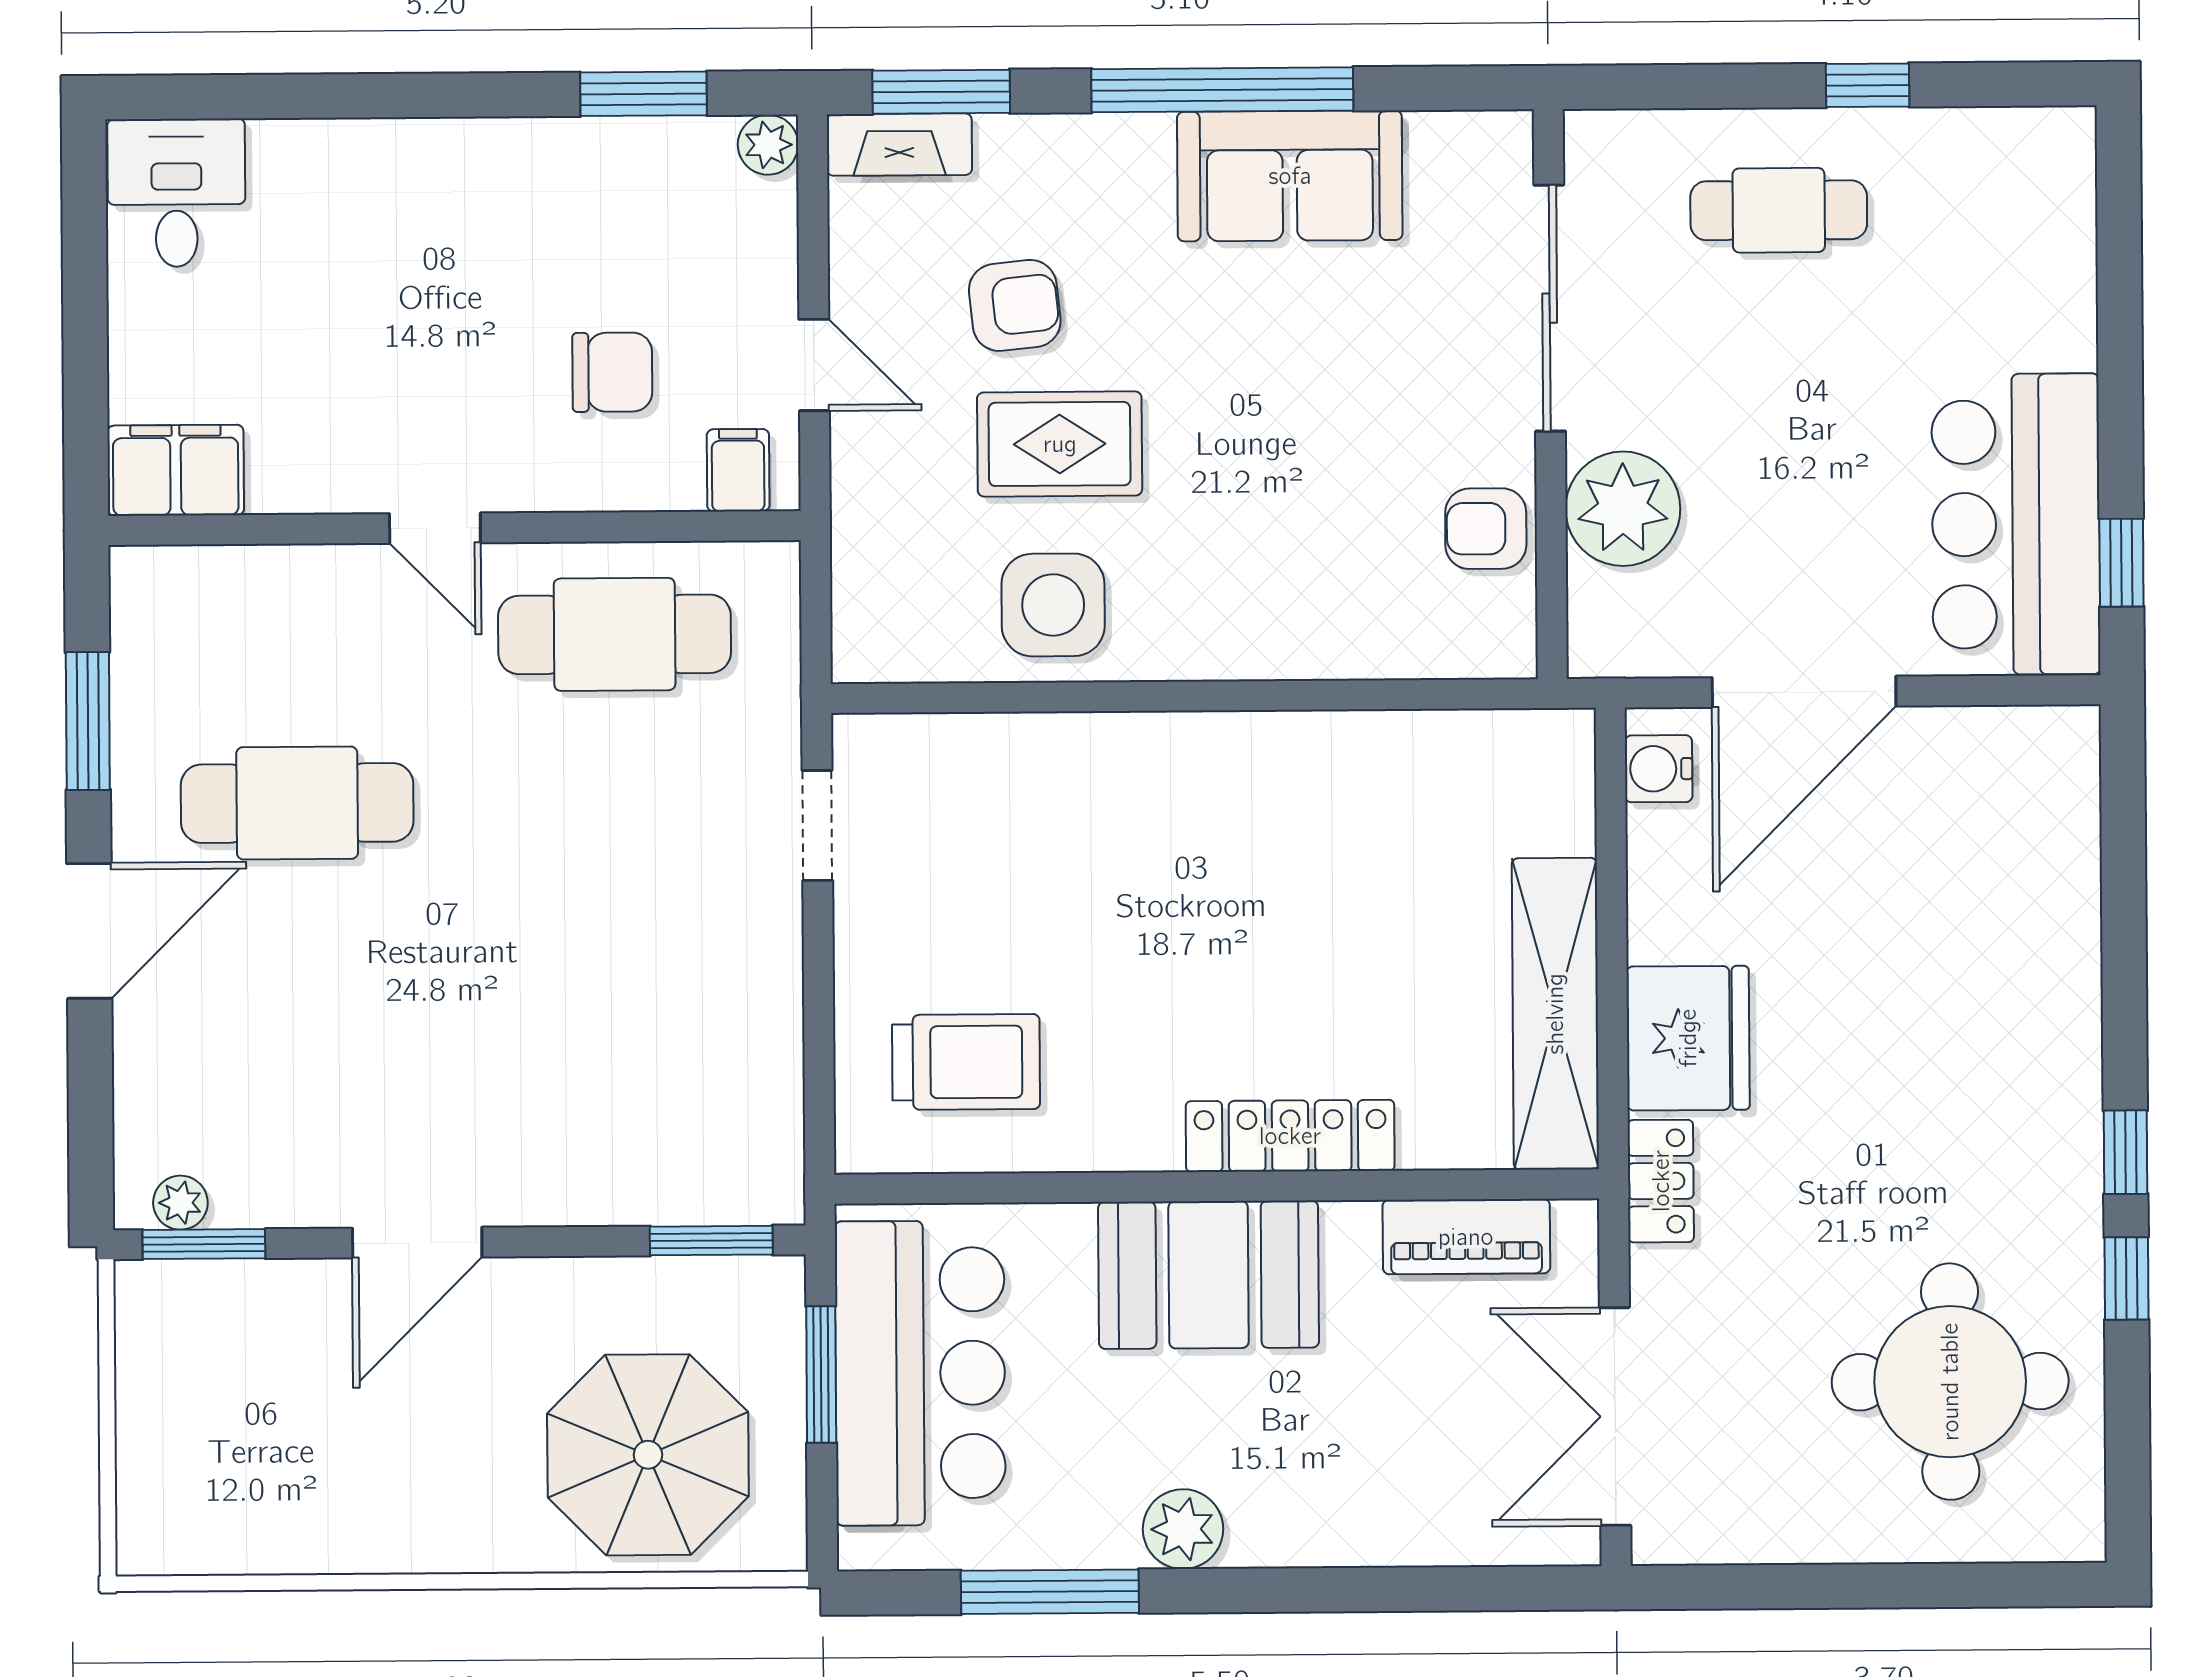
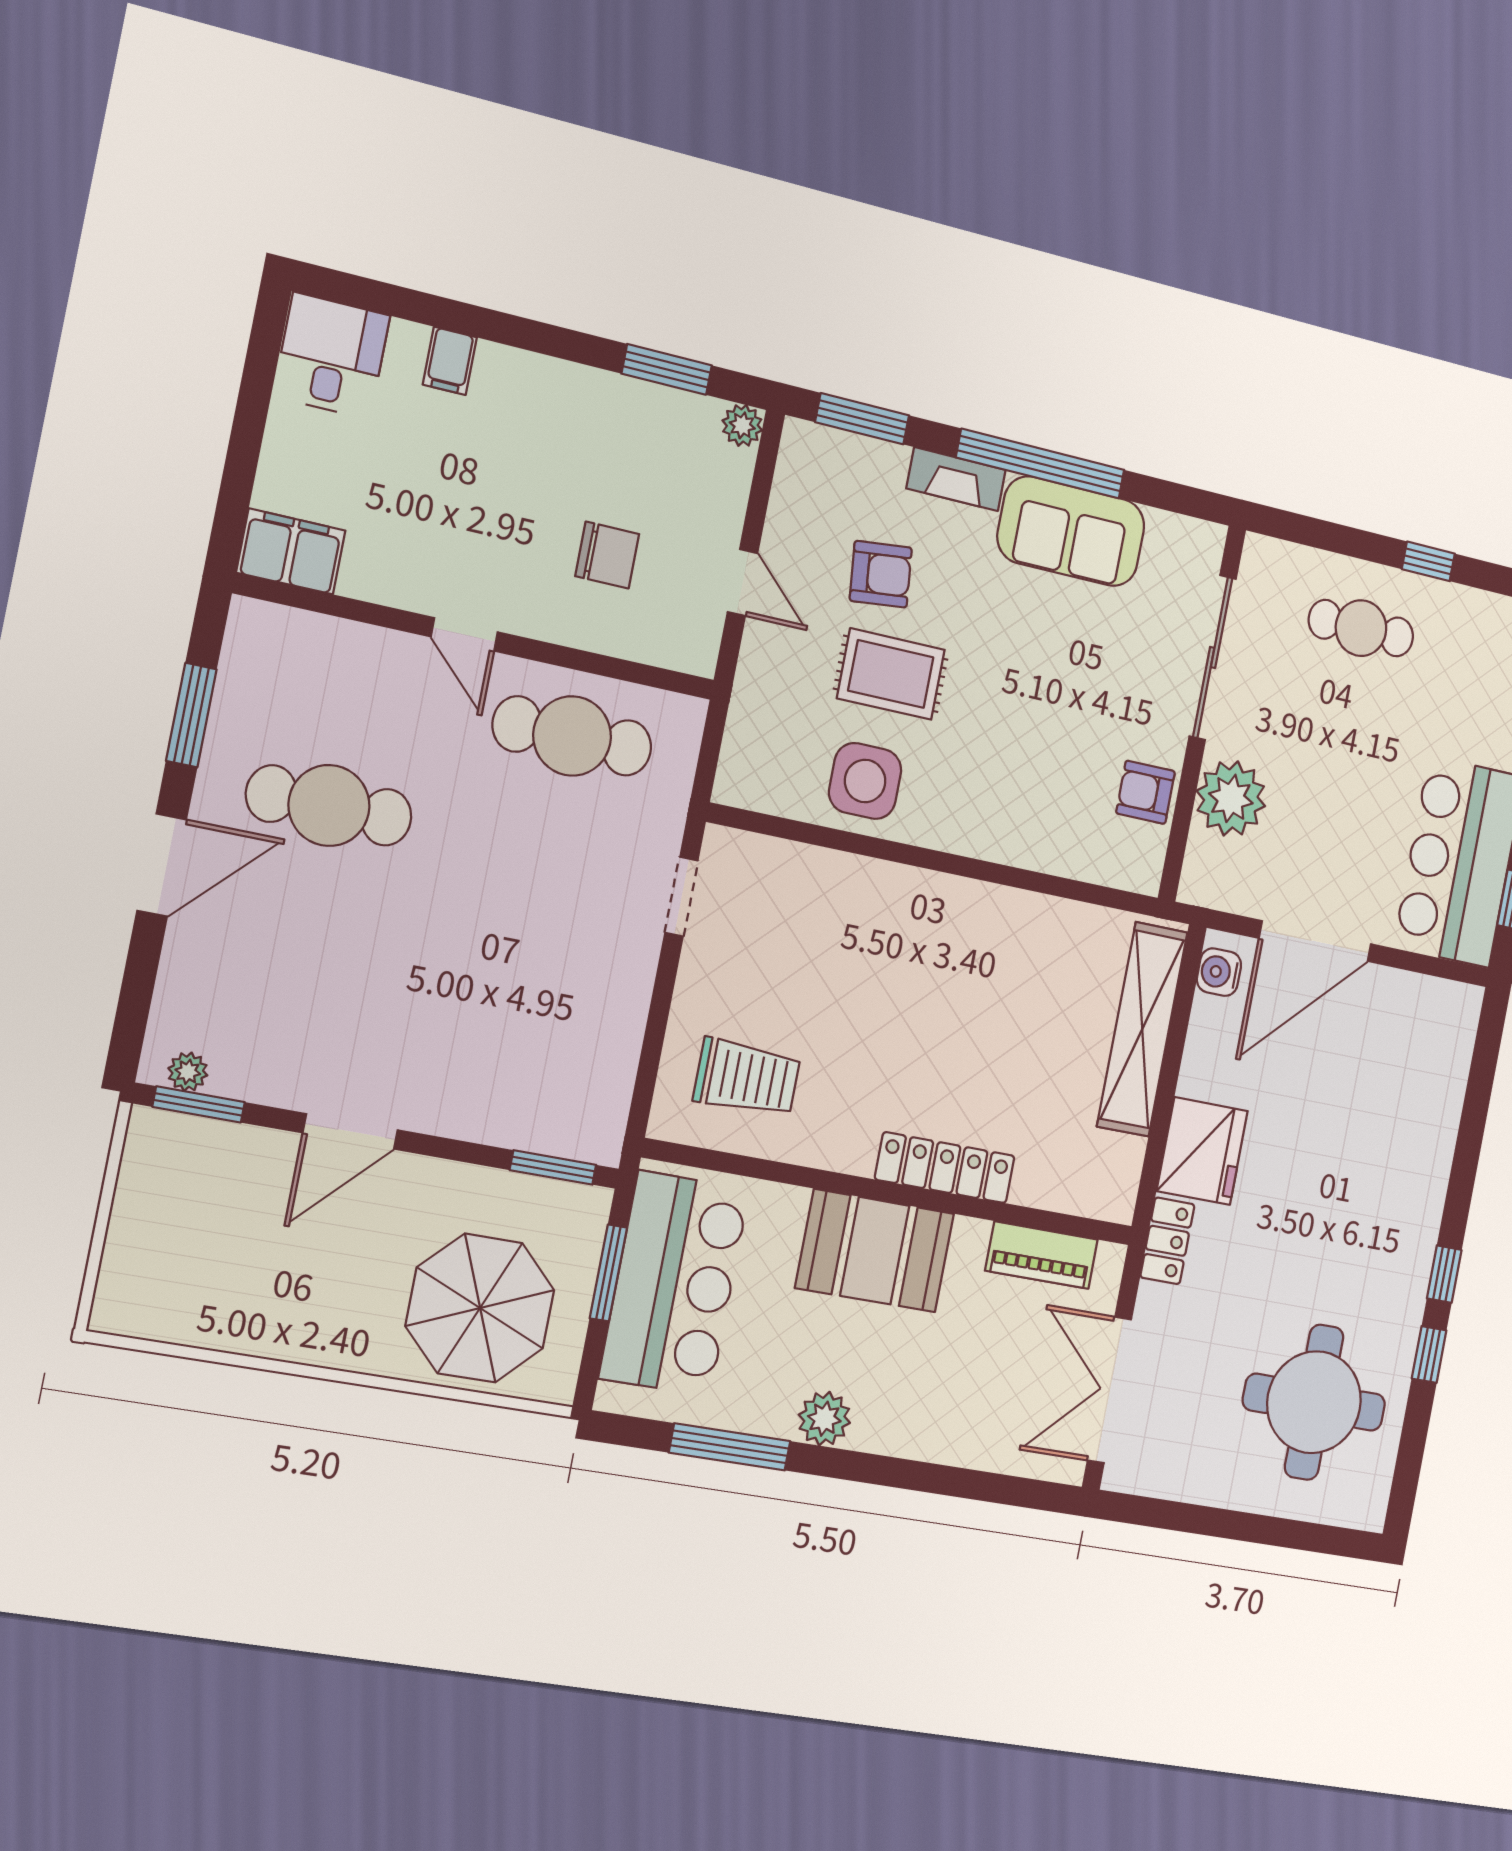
fireplace: (899, 145) -> (956, 479), moved
filing cabinet: (738, 470) -> (450, 361), moved, turned 180
shelving: (1555, 1014) -> (1142, 1029), moved

